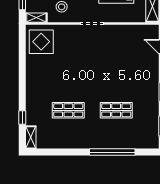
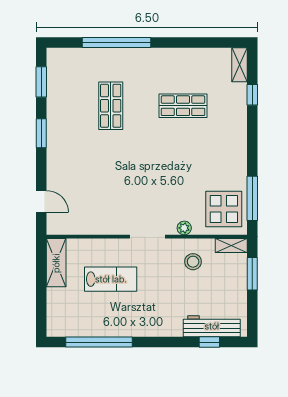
plant: (67, 29) -> (184, 228), added
window: (22, 49) -> (252, 198), added
shop shelf: (116, 110) -> (111, 106), turned 90

